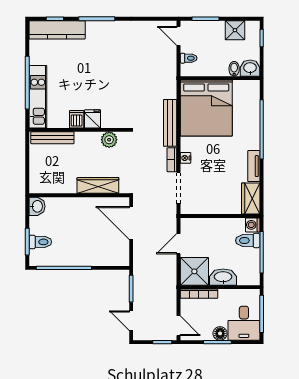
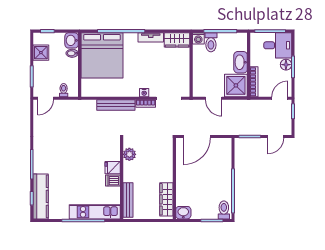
bed: (206, 108) -> (102, 55), moved, turned 90
wardrobe: (98, 185) -> (166, 199), moved
toilet: (40, 242) -> (224, 210), moved

